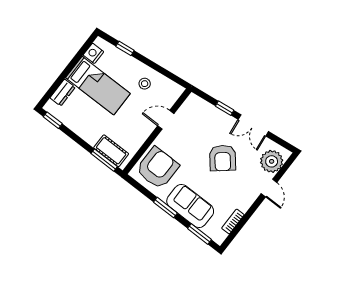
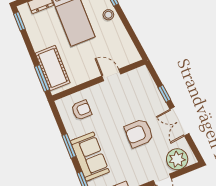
stool: (145, 84) -> (108, 15), moved
cot: (111, 151) -> (53, 68), width x1.37, depth x1.34
armchair: (223, 158) -> (139, 133), turned 40
armchair: (157, 168) -> (81, 110), width x0.53, depth x0.53

